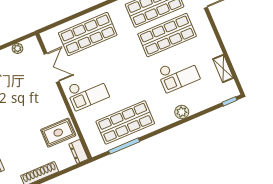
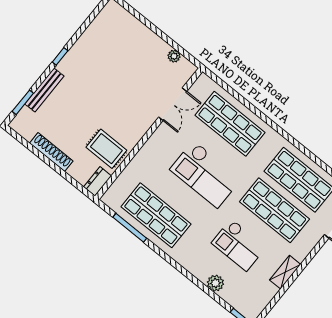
shelving: (223, 69) -> (285, 272), moved
checkout: (88, 92) -> (206, 174), moved, width x1.36, depth x1.21
plant: (182, 112) -> (215, 283), moved

